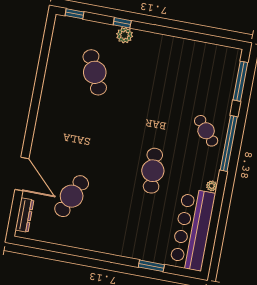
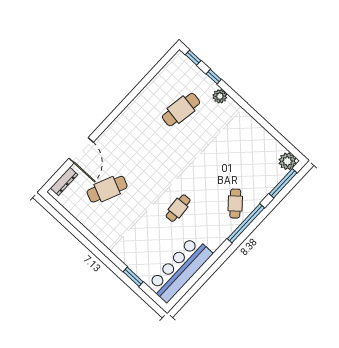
window: (122, 23) -> (214, 77), moved
cafe table: (95, 72) -> (181, 110), turned 33
cafe table: (153, 171) -> (178, 208), width x0.73, depth x0.74
plant: (212, 186) -> (287, 161), moved, width x1.87, depth x1.87

